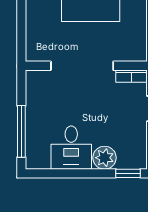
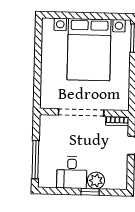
window: (128, 173) -> (90, 192), moved

